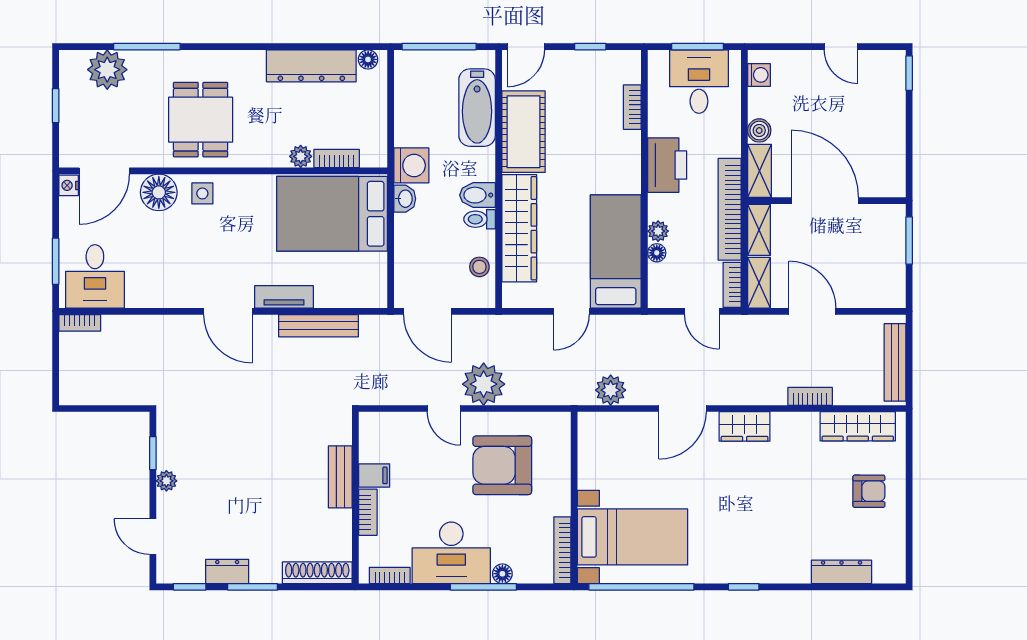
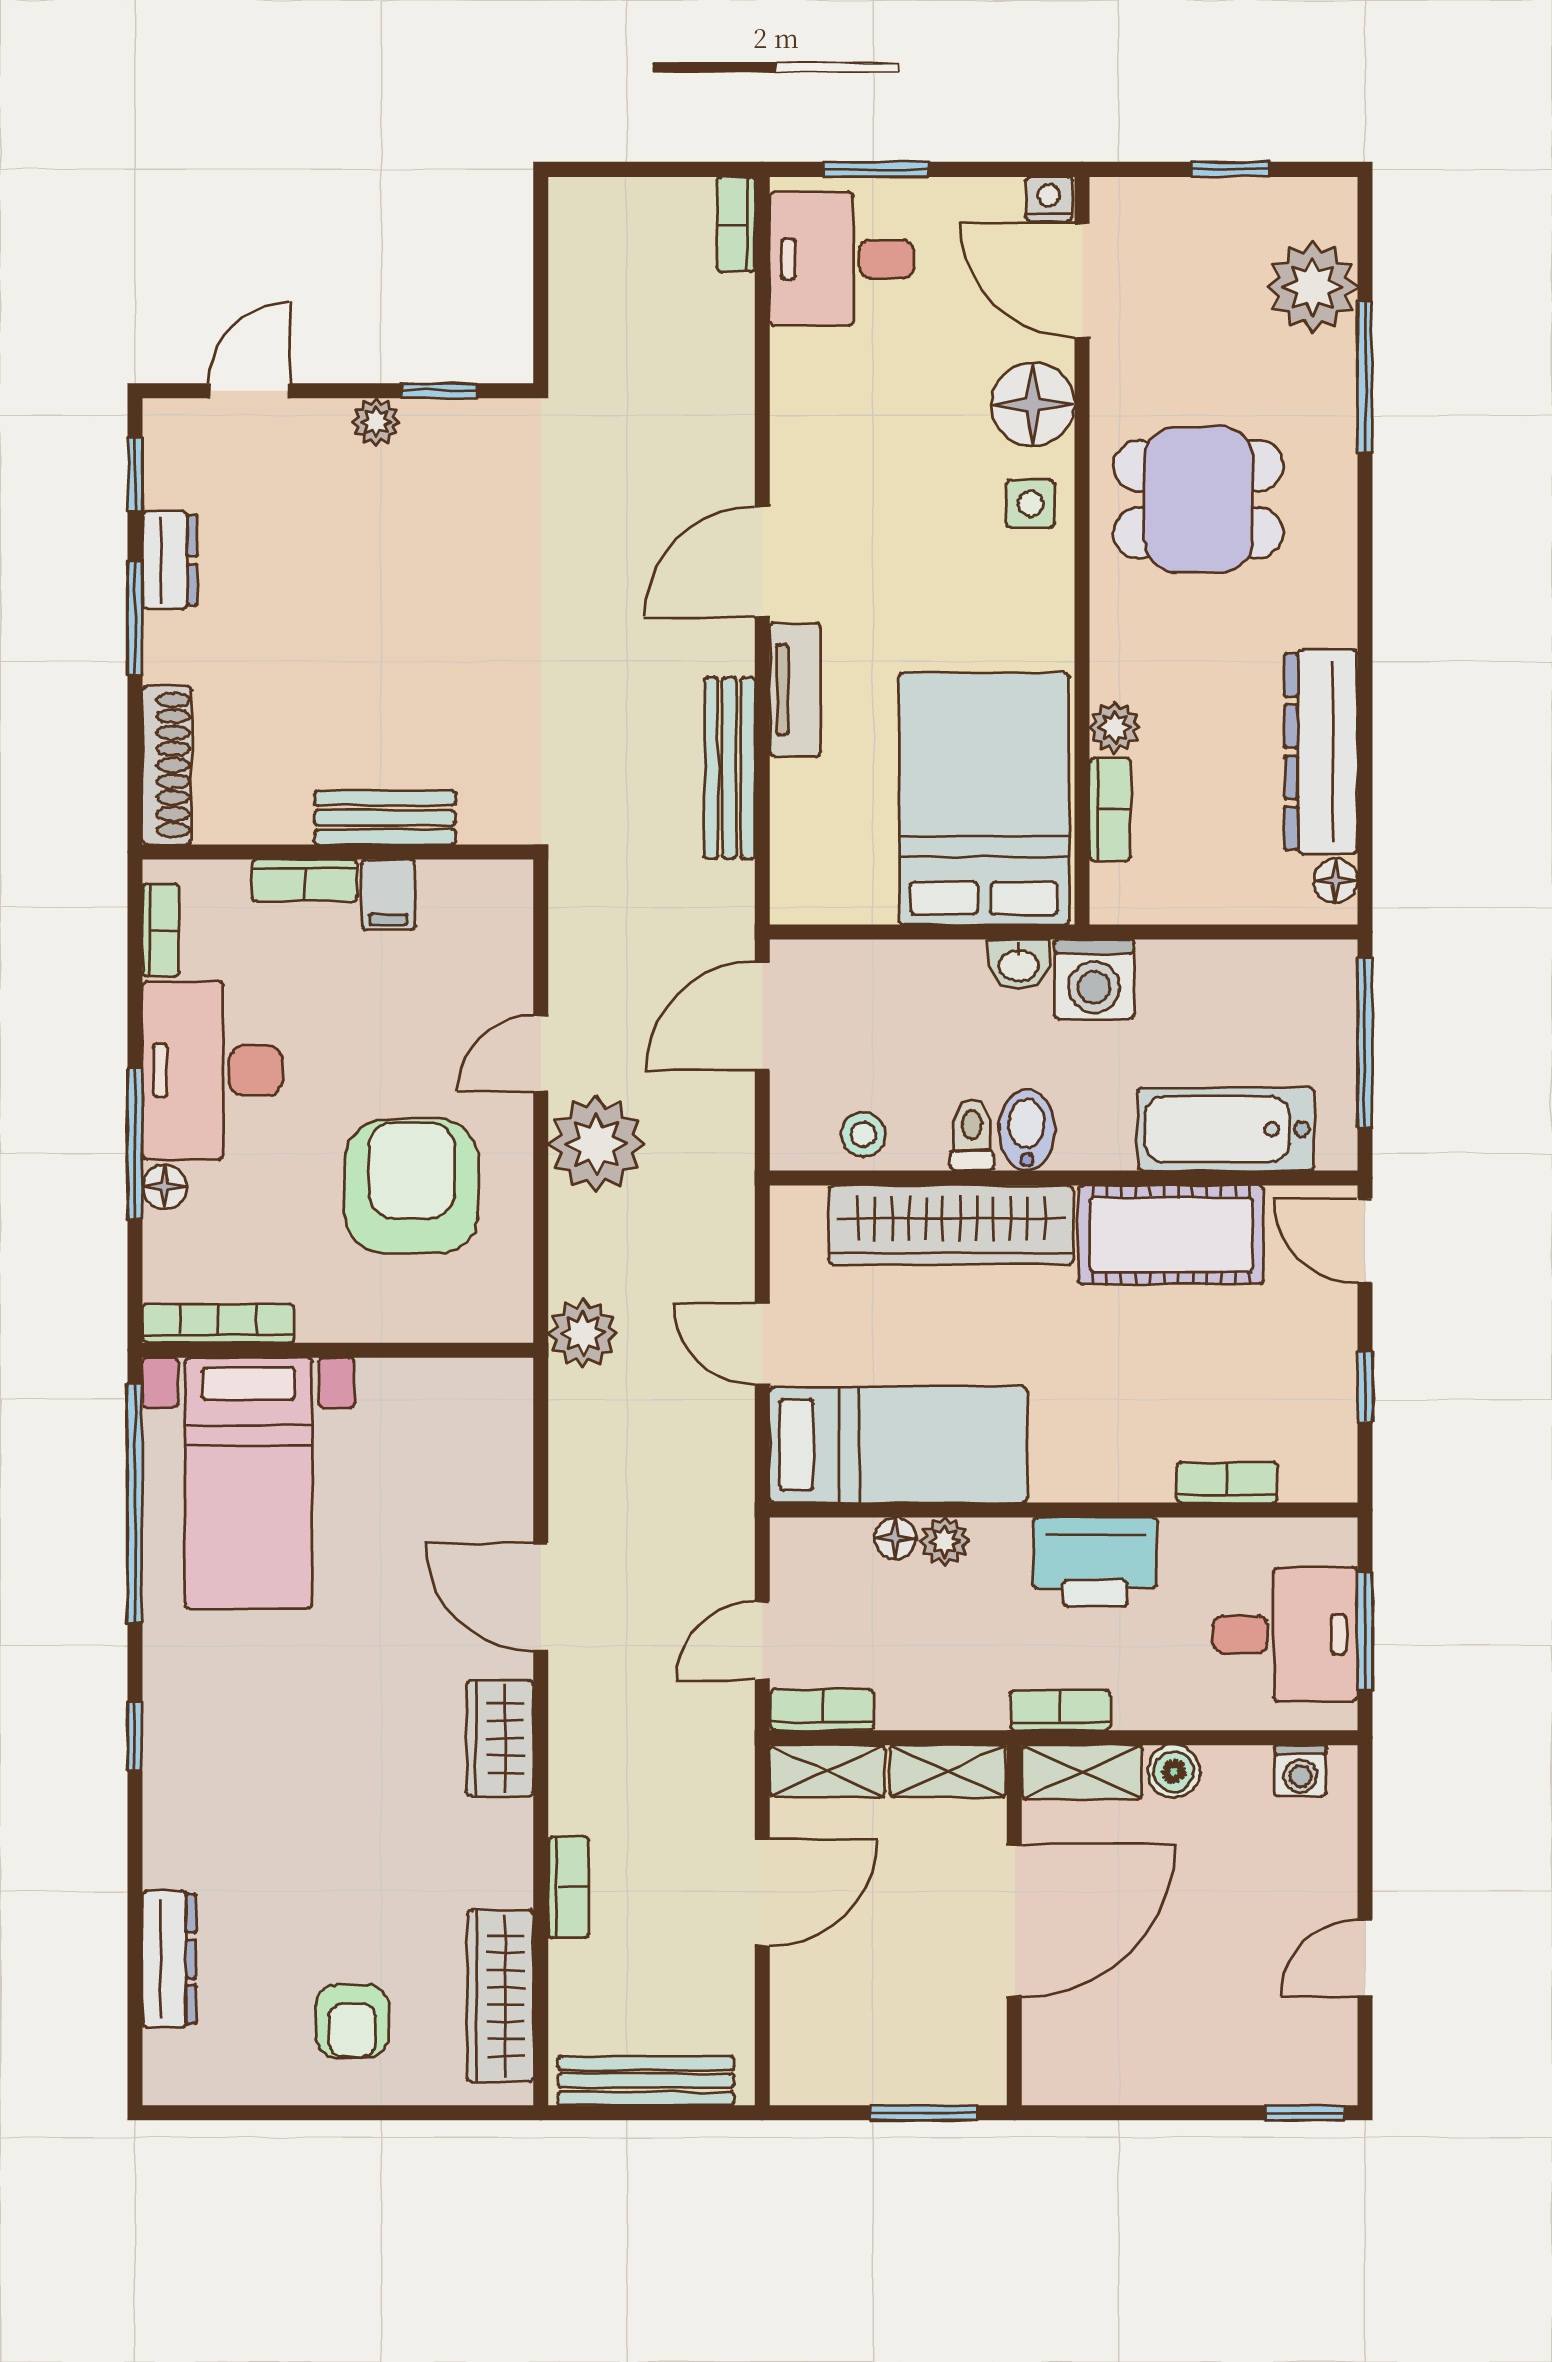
bookcase: (730, 209) -> (1060, 1710), width x0.43, depth x0.76
plant: (611, 390) -> (583, 1333), moved

